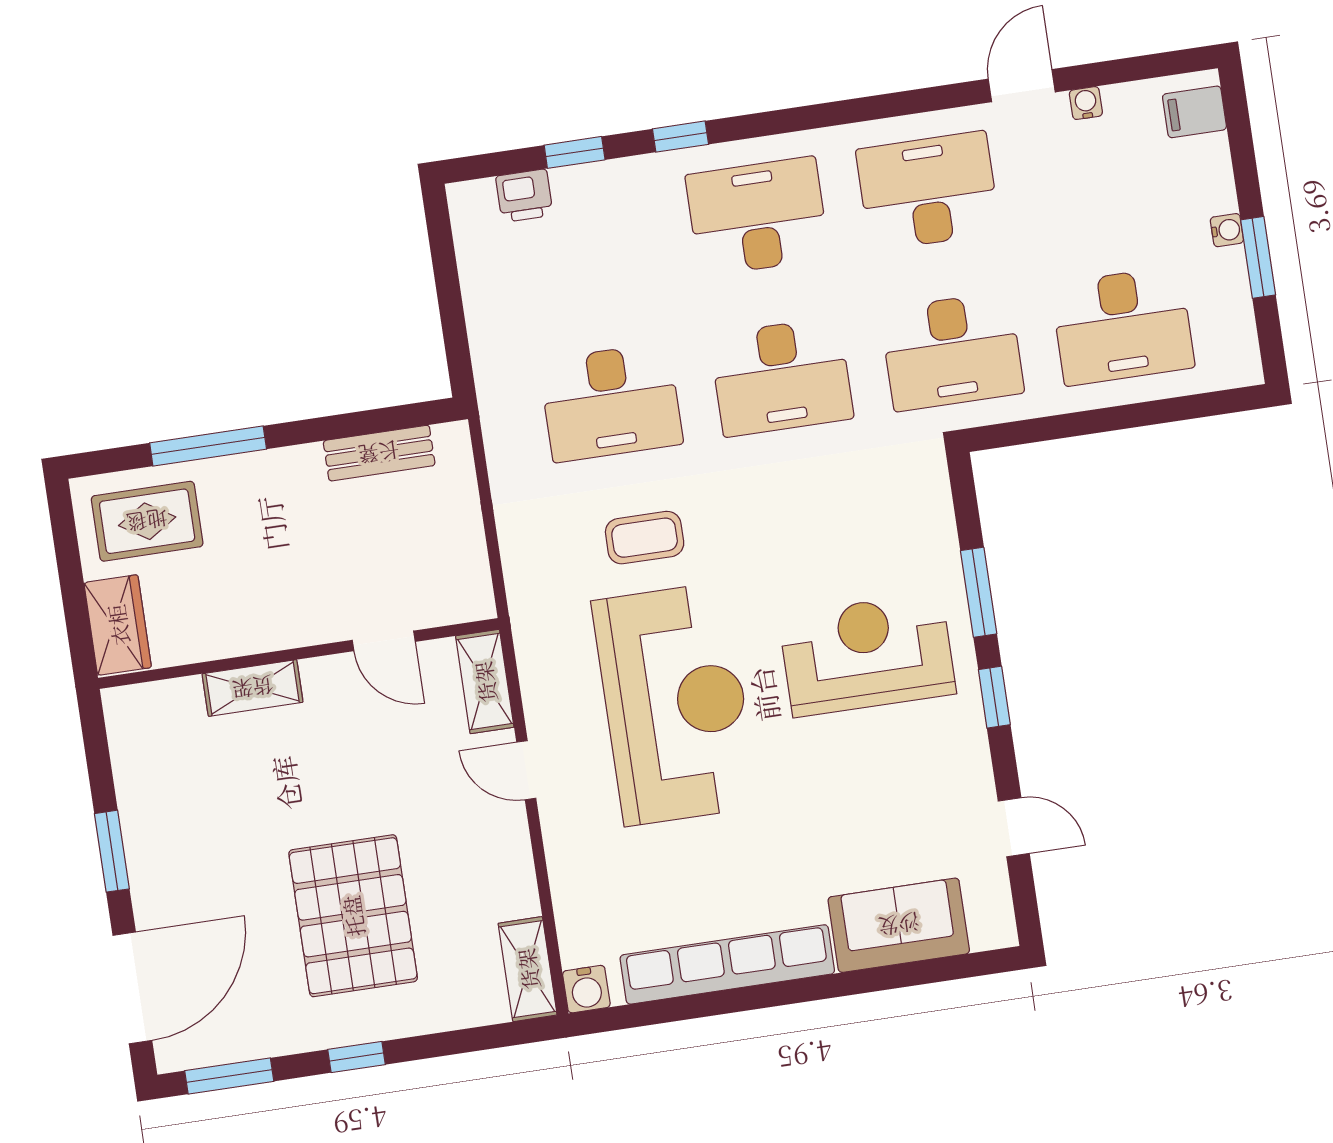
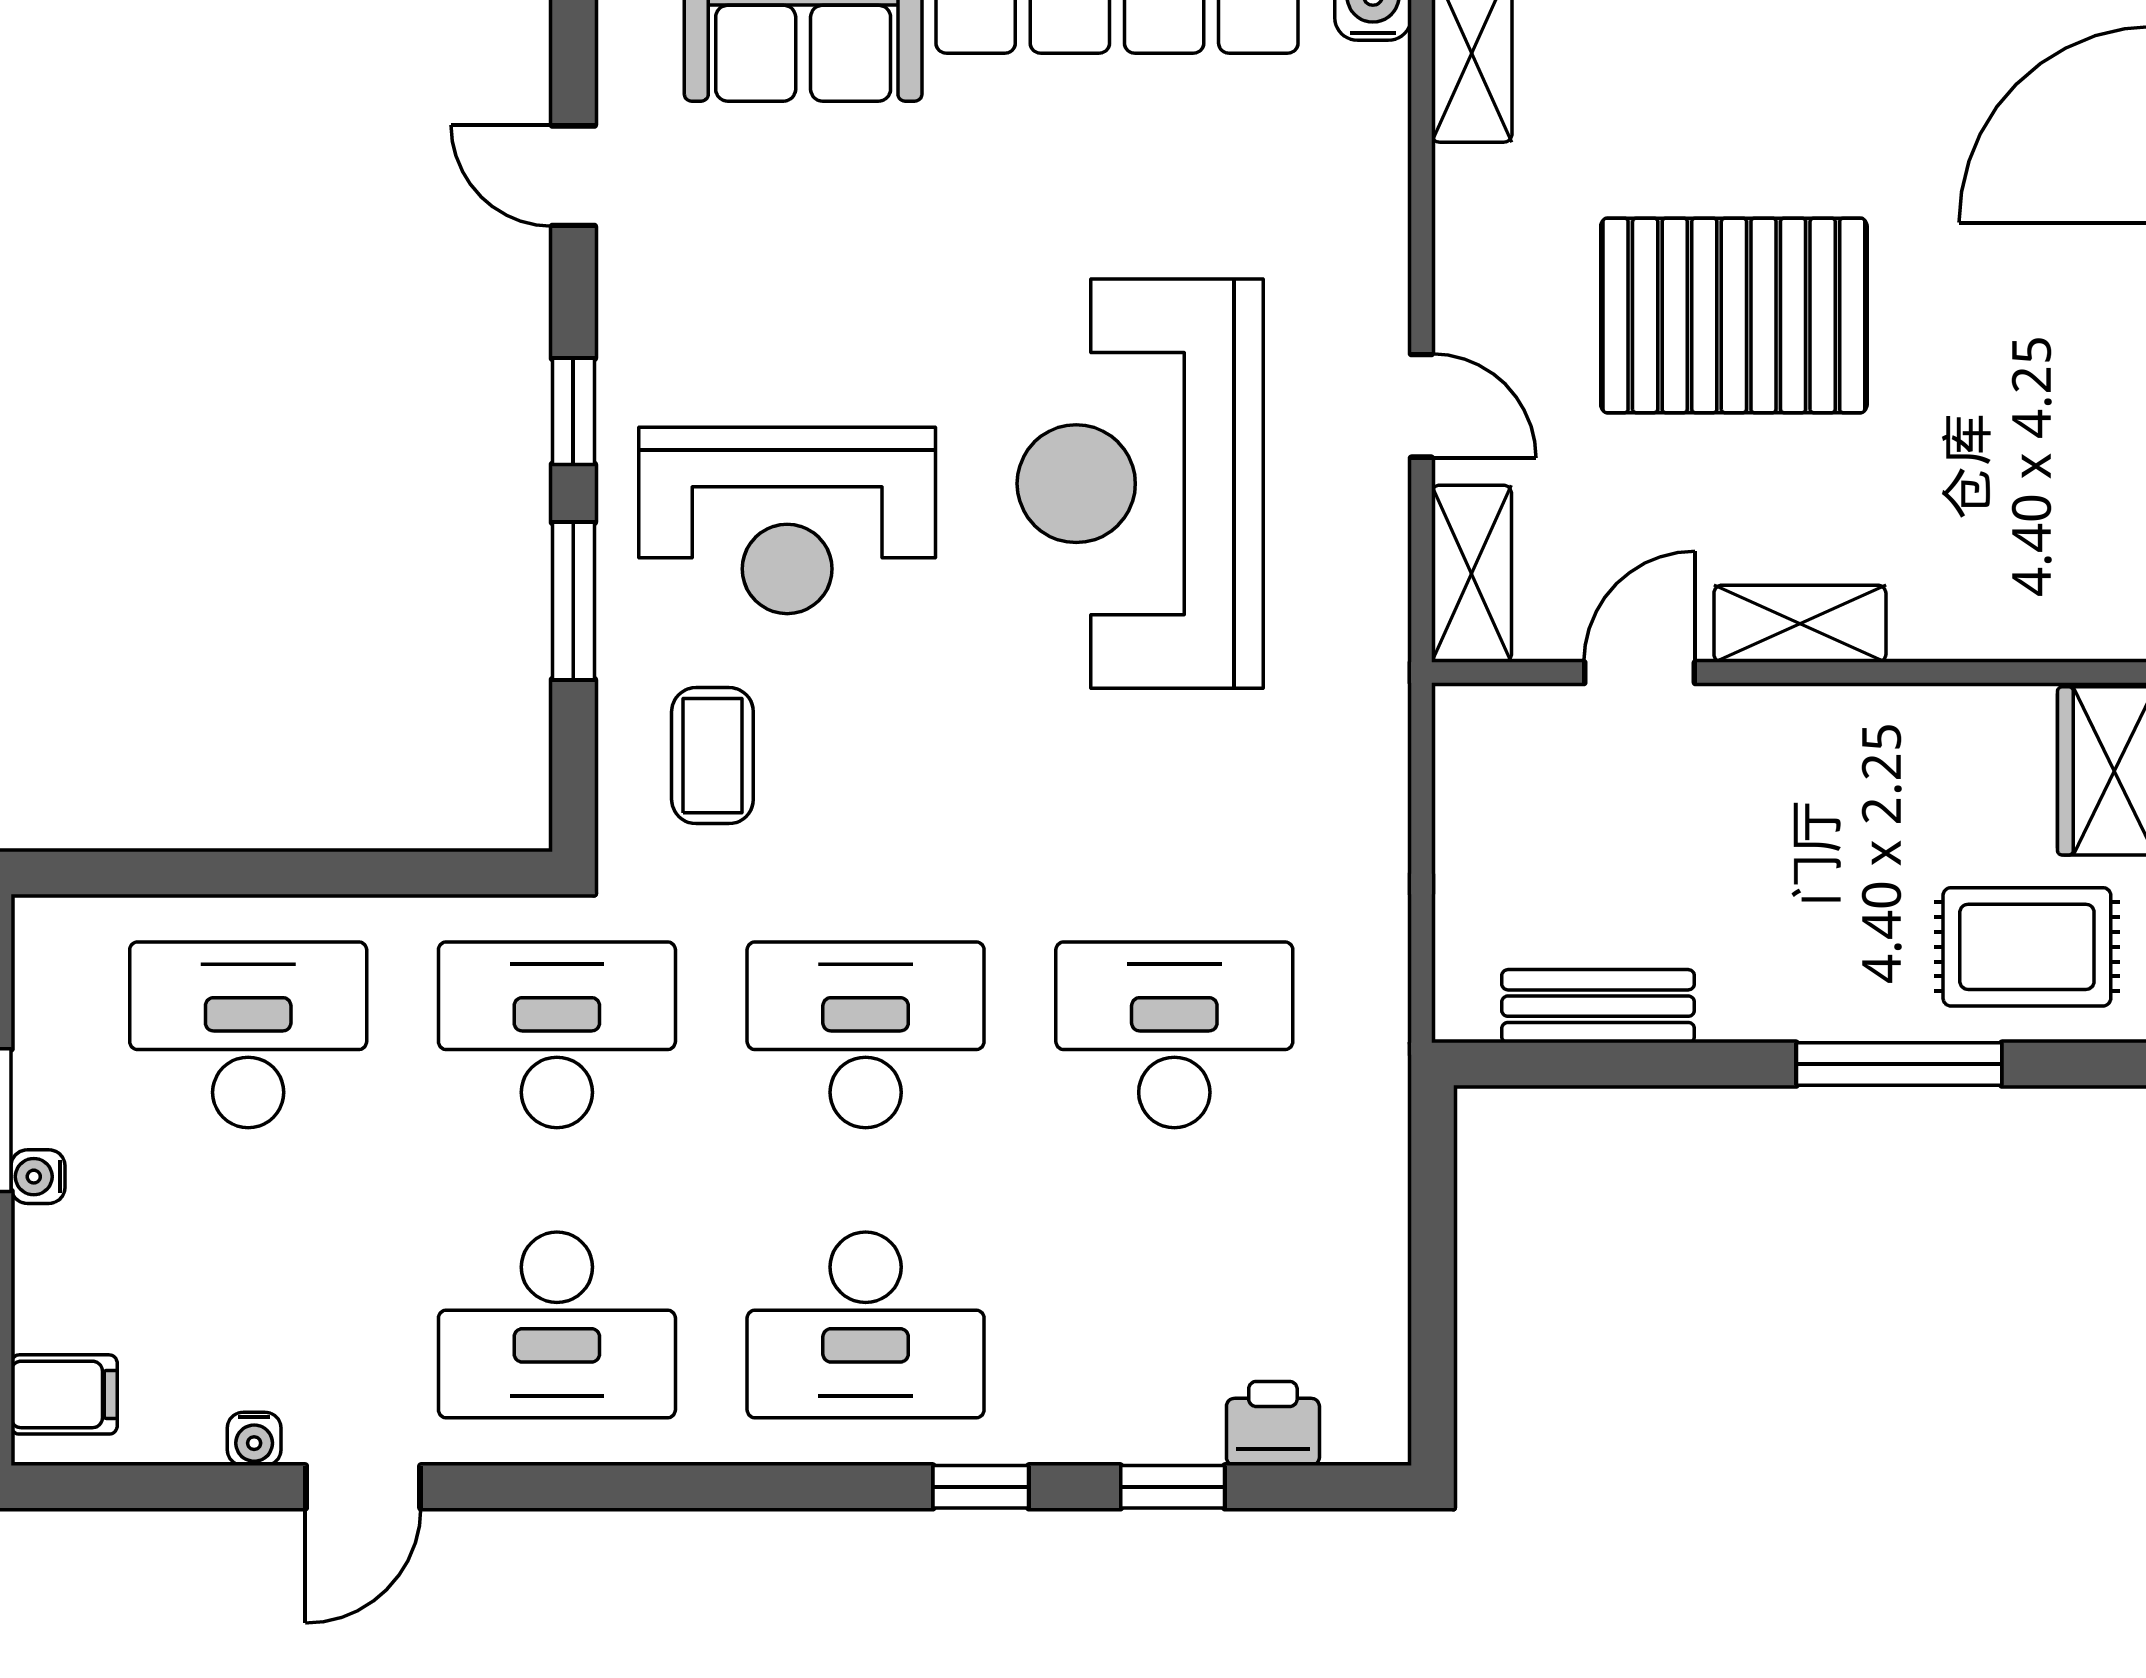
coffee table: (645, 538) -> (712, 756), moved, turned 90
door: (384, 641) -> (1640, 673), hinge flipped
shelving: (253, 688) -> (1800, 624), moved
pallet: (353, 916) -> (1734, 315), moved, turned 90

